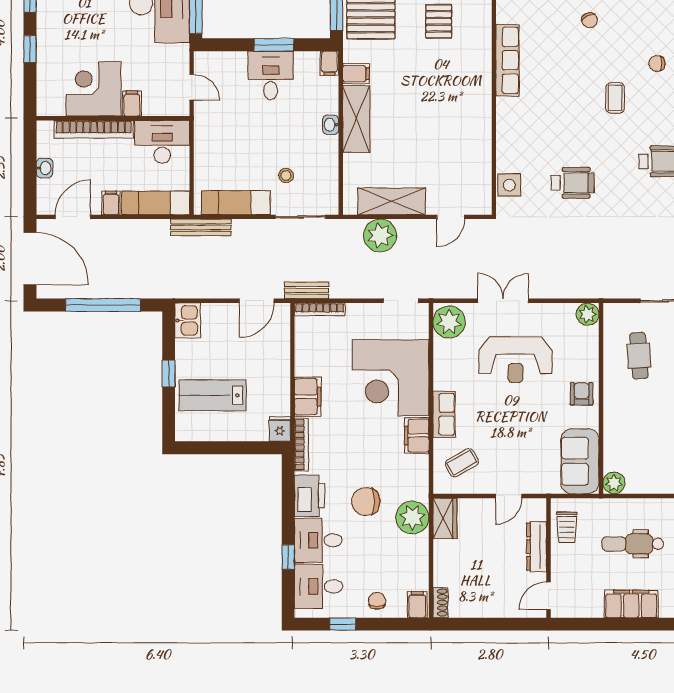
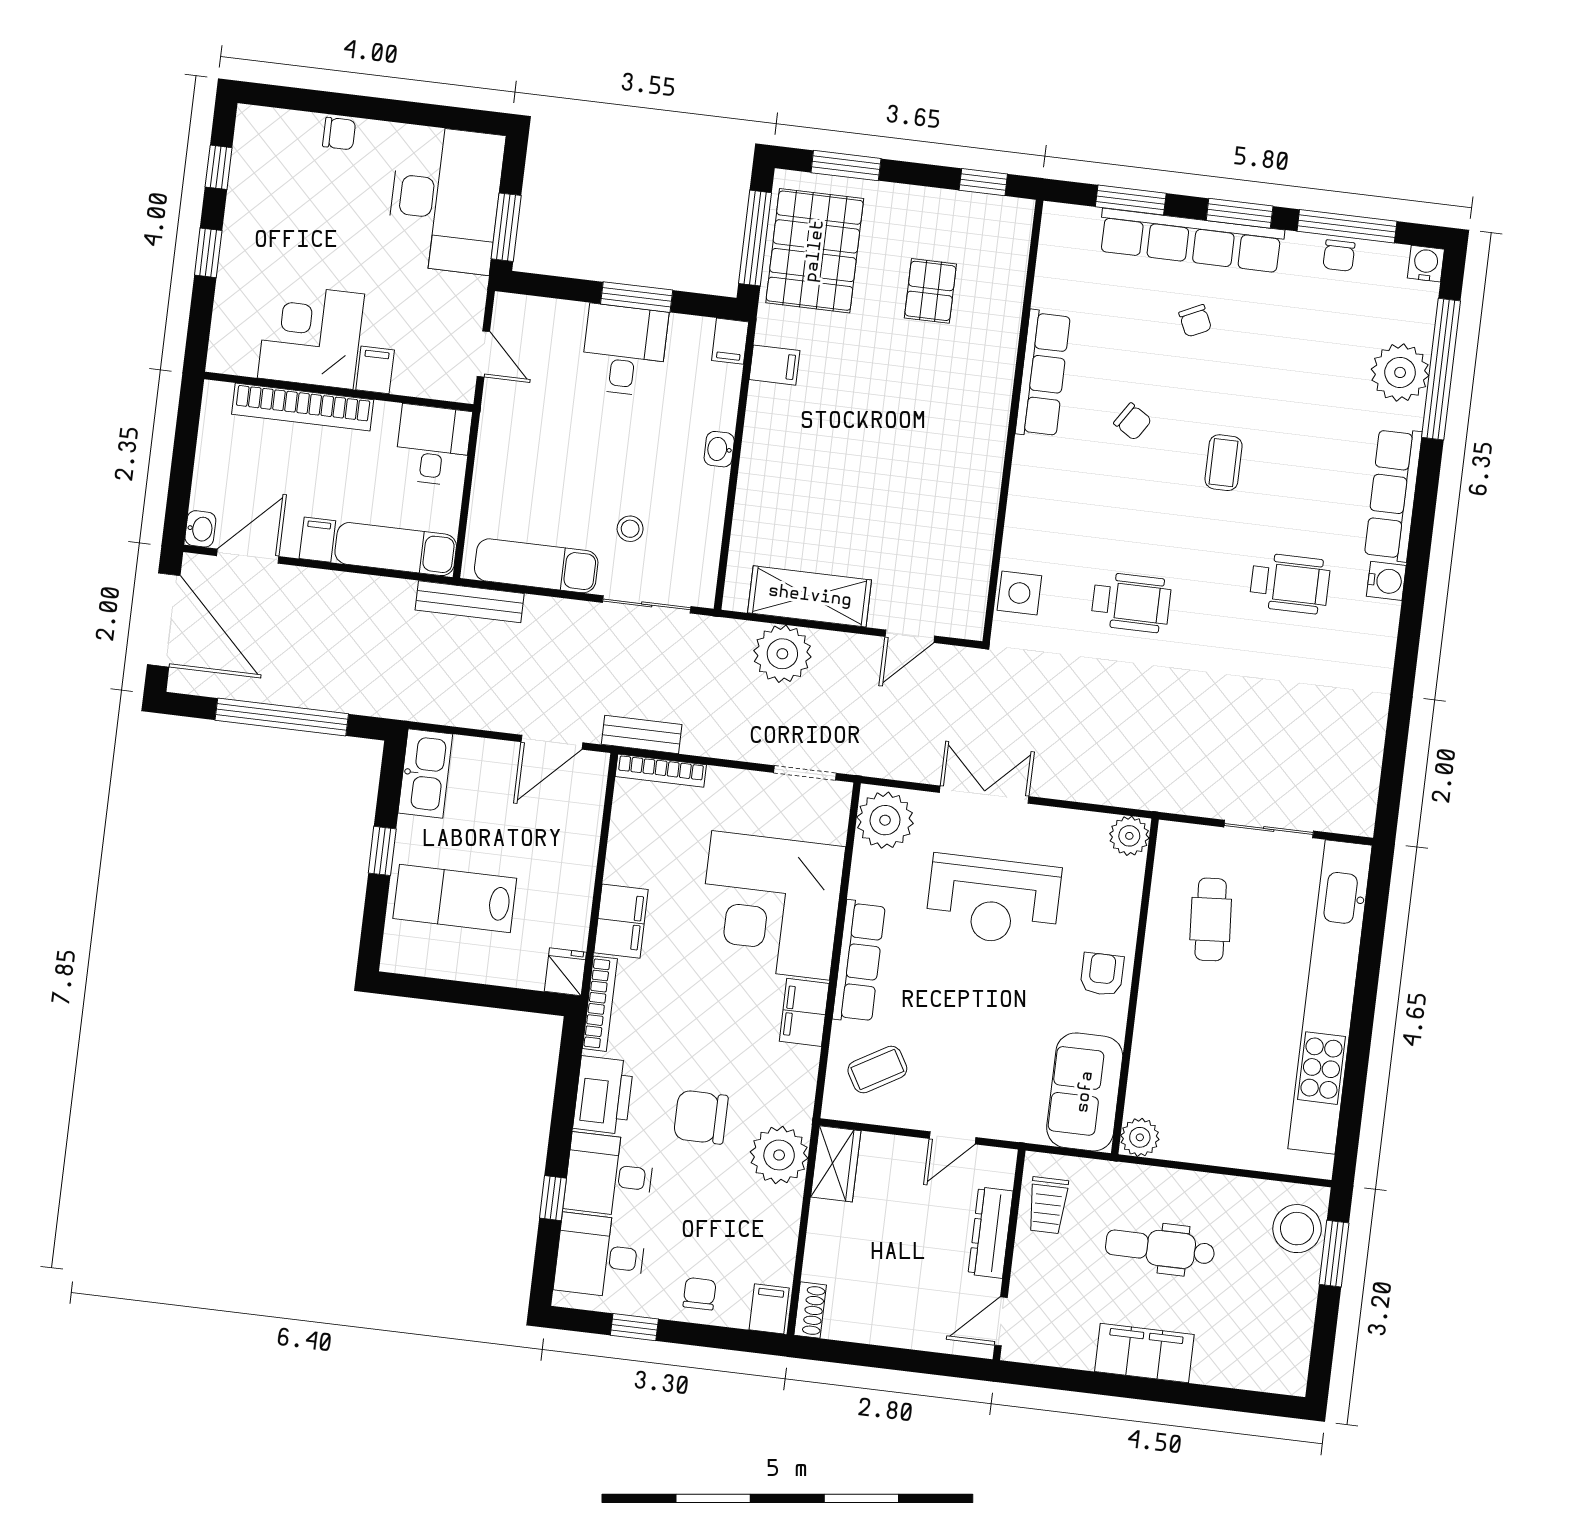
chair: (657, 63) -> (1133, 422), moved, turned -147
shelving: (356, 119) -> (765, 445), removed
desk: (162, 142) -> (433, 445), width x0.73
washbasin: (44, 168) -> (200, 529), moved
kitchen sink: (188, 320) -> (425, 774), width x1.38
row of seats: (444, 414) -> (859, 961), width x1.48

